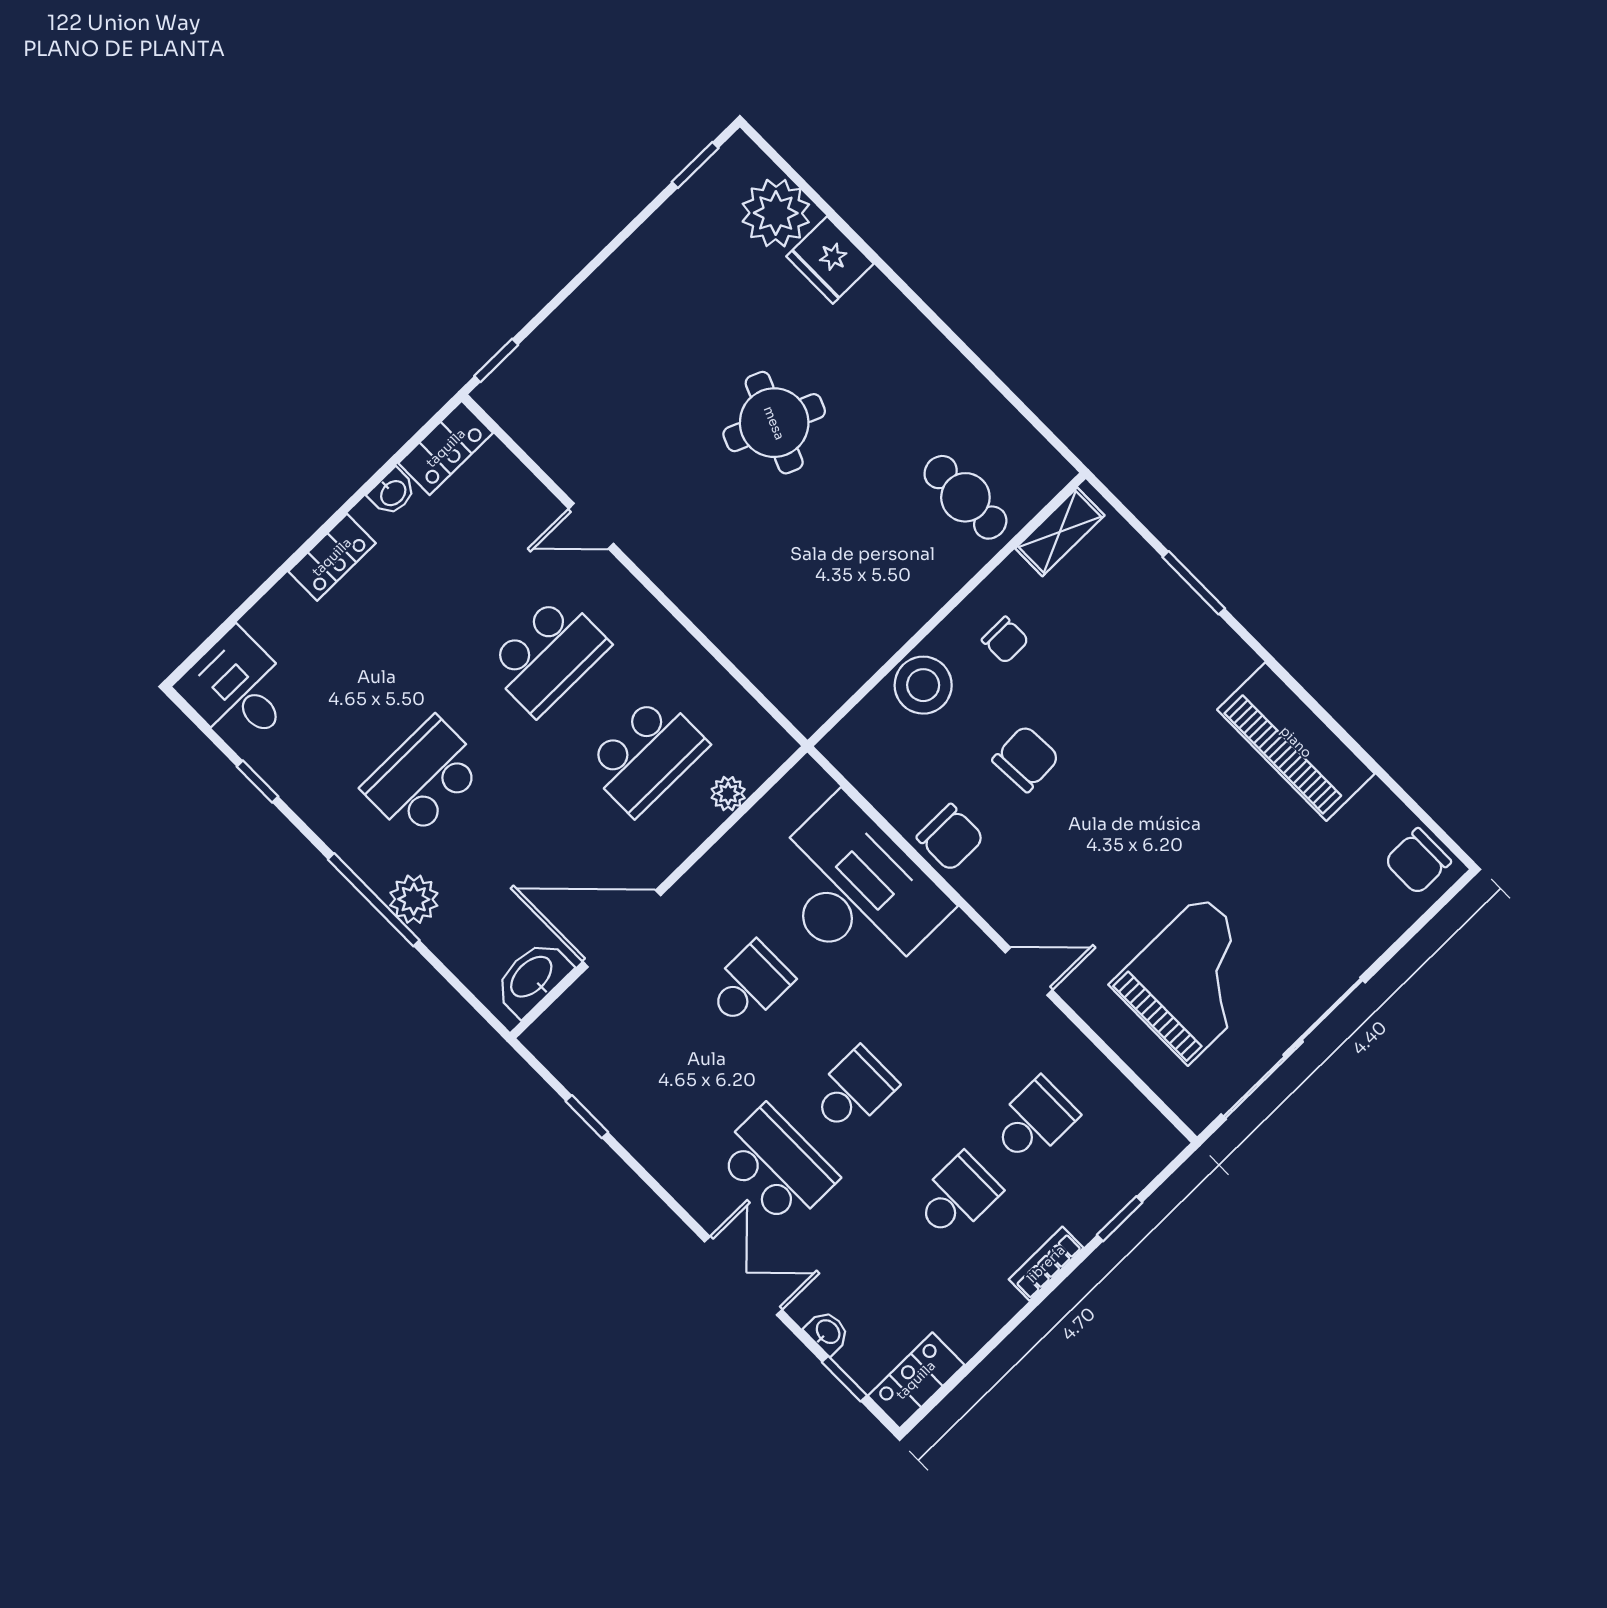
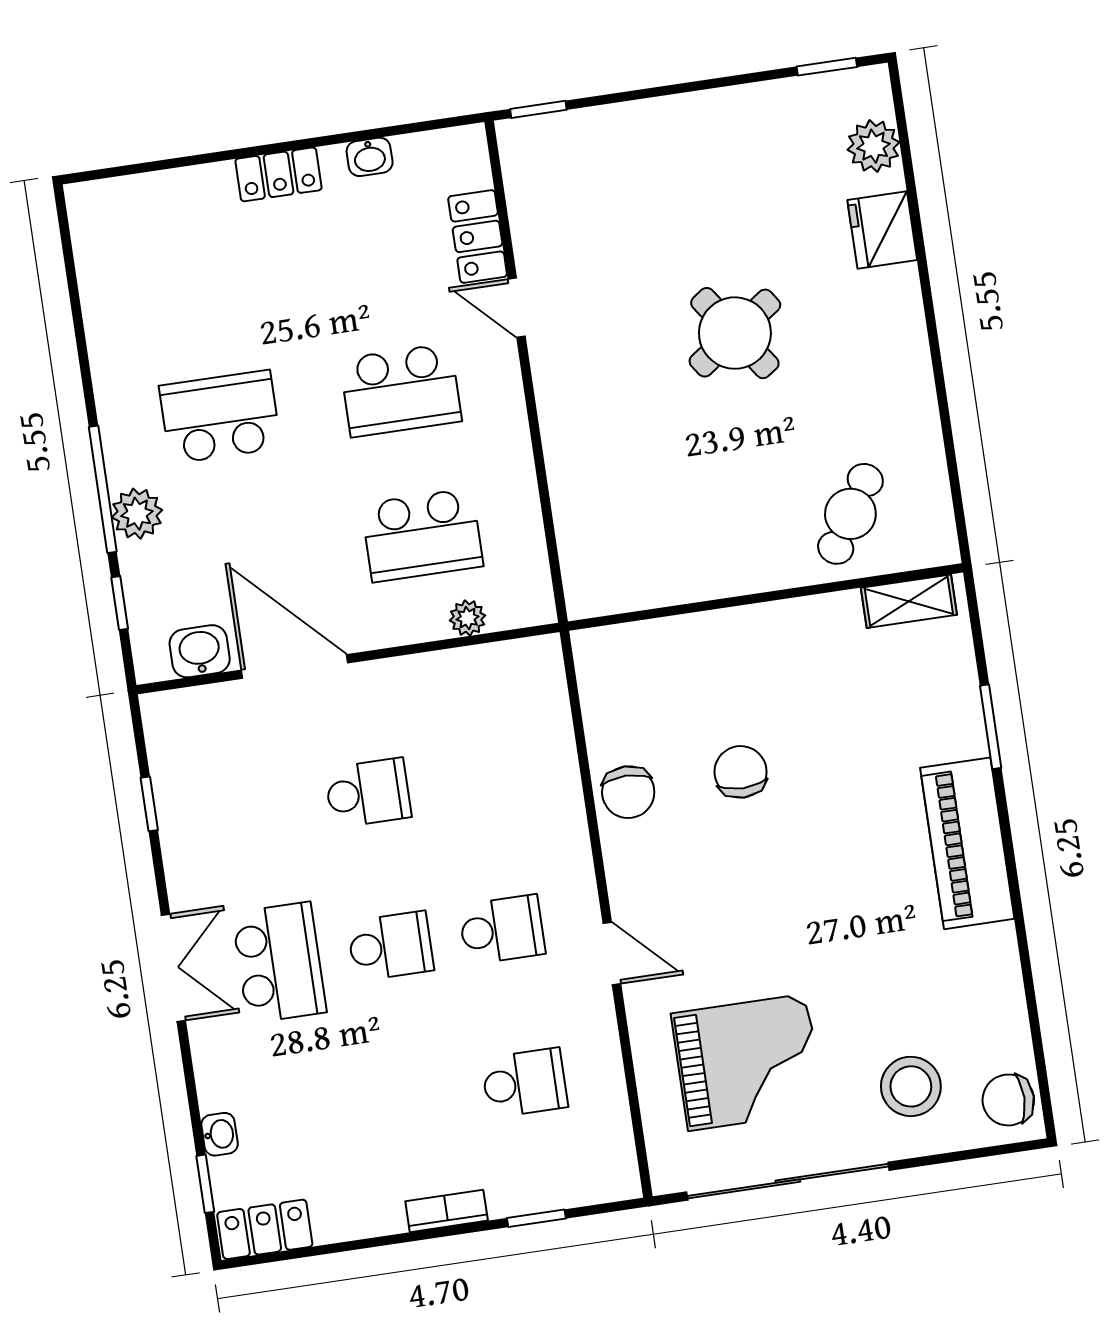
plant: (776, 213) -> (873, 146), width x0.73, depth x0.73
round table: (774, 423) -> (735, 333), turned 32
locker: (446, 448) -> (478, 236), moved, turned 90
cafe table: (965, 497) -> (850, 514), turned 32
chair: (1005, 640) -> (796, 659), removed
stool: (923, 685) -> (911, 1086), moved
desk: (238, 690) -> (117, 228), removed
piano: (1296, 742) -> (967, 843), moved
chair: (1026, 759) -> (741, 772), turned -87
window: (258, 782) -> (120, 603), moved
desk: (855, 890) -> (515, 778), removed
washbasin: (532, 978) -> (200, 651), width x0.72
school desk: (957, 1196) -> (502, 930), moved
double door: (743, 1276) -> (173, 968), moved

